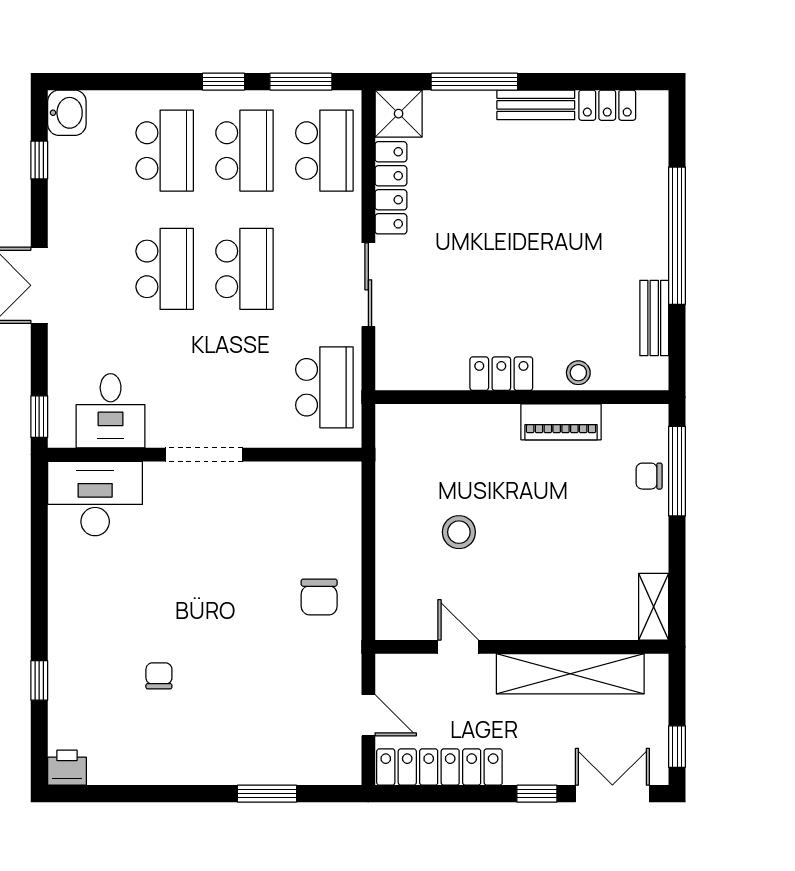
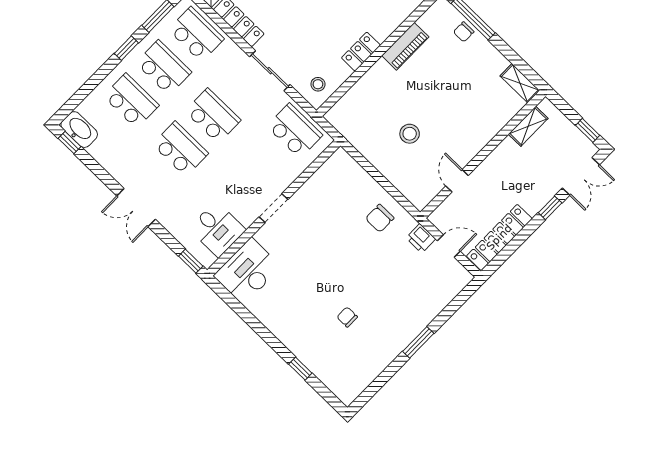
washbasin: (67, 113) -> (79, 130), width x1.38
window: (39, 160) -> (69, 143), moved
stool: (578, 373) -> (318, 84), moved
doorway: (204, 455) -> (274, 208), width x0.73
chair: (319, 597) -> (380, 218), turned 90
door: (458, 647) -> (457, 181), hinge flipped
shelving: (570, 674) -> (528, 126), width x0.45, depth x0.75
printer: (67, 768) -> (421, 238), moved, turned -90
window: (267, 794) -> (418, 342), moved
double door: (612, 794) -> (581, 176), swing flipped

